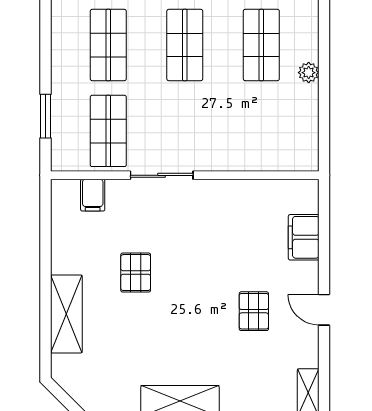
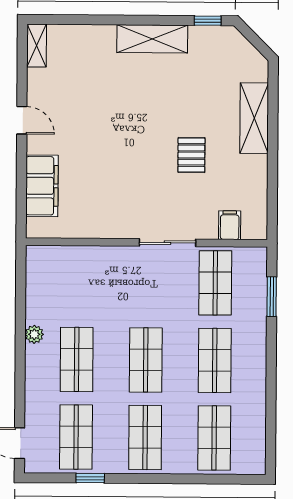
filing cabinet: (304, 237) -> (42, 186), width x1.50, depth x1.17
pallet: (254, 311) -> (85, 119), removed

